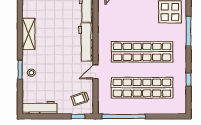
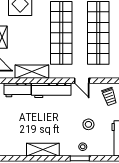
shelving: (104, 23) -> (32, 72), added
stool: (53, 78) -> (88, 124), added

